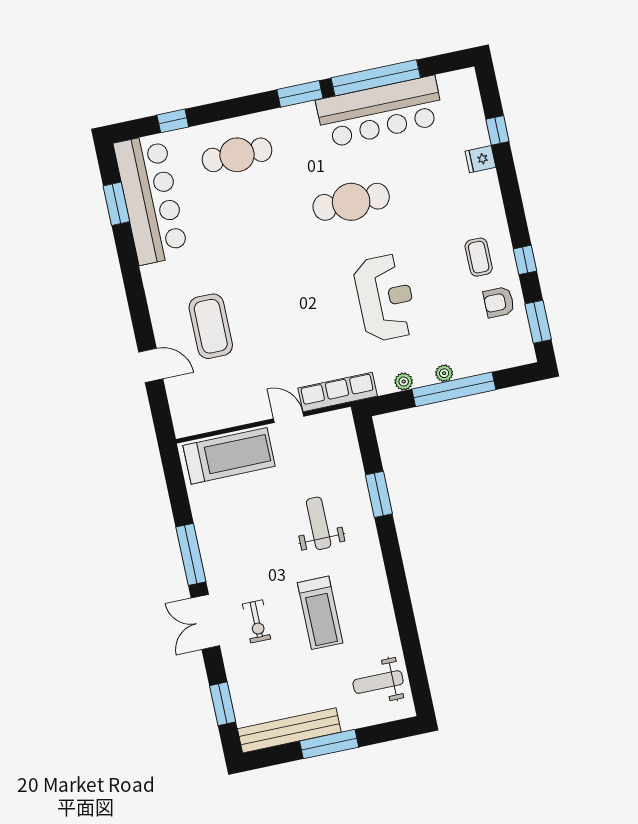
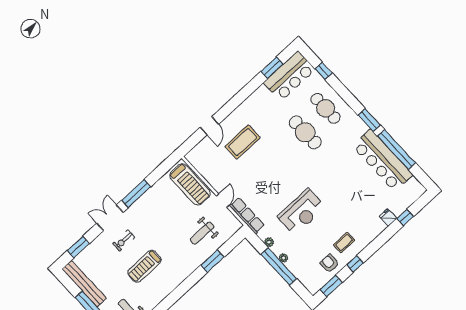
bar counter: (151, 199) -> (289, 76), width x0.73
cafe table: (351, 202) -> (305, 132), moved
weight bench: (319, 523) -> (202, 233), moved, turned 180

